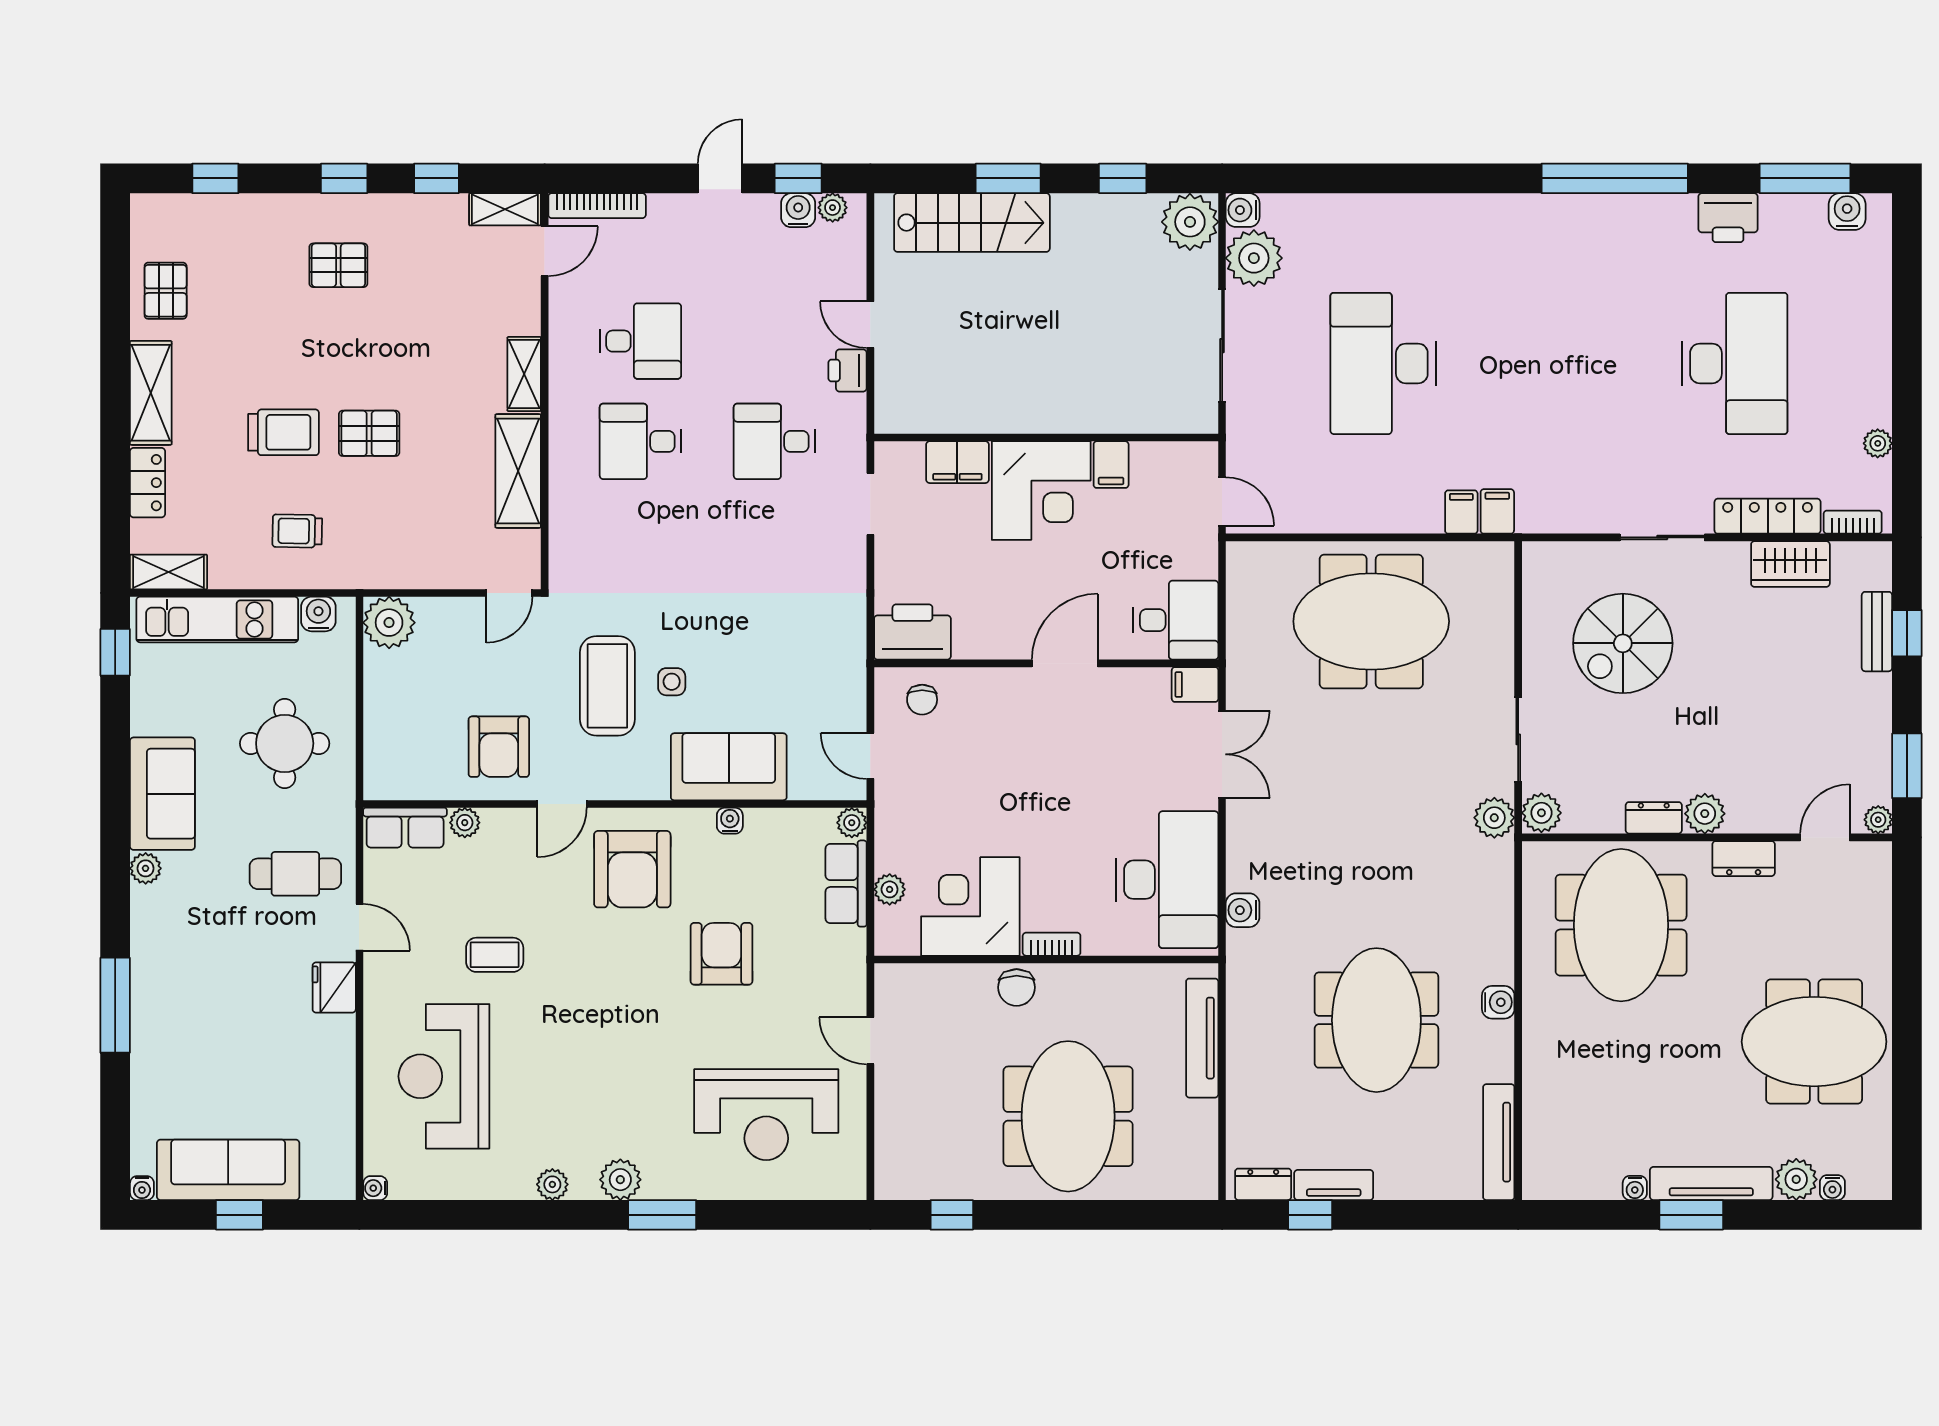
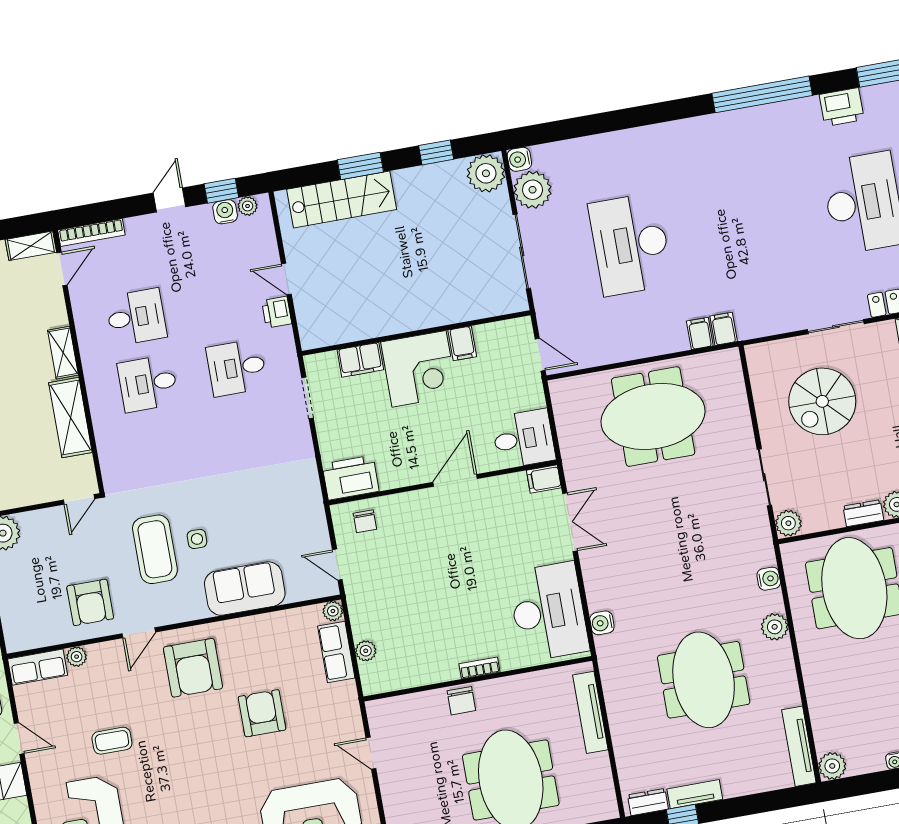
plant: (1494, 818) -> (775, 627), moved
water cooler: (730, 821) -> (252, 624), removed
corner desk: (970, 906) -> (421, 653), removed
water cooler: (1498, 1002) -> (769, 579), moved
plant: (1542, 1180) -> (832, 766), added

